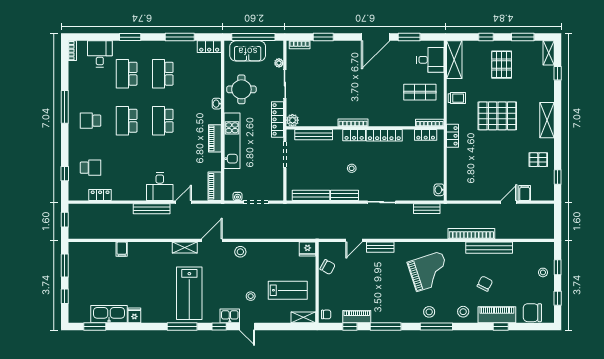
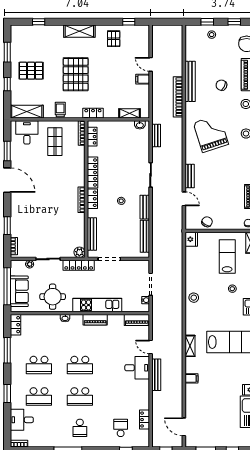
shelving: (549, 53) -> (129, 113), moved
filing cabinet: (525, 193) -> (143, 79), moved
door: (212, 240) -> (184, 427), moved
filing cabinet: (122, 249) -> (191, 378), moved

